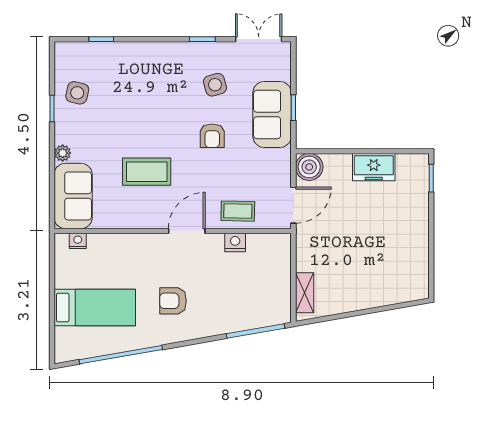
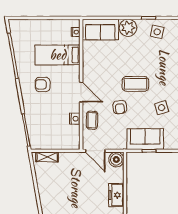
armchair: (212, 136) -> (120, 107), moved, turned -96
plant: (63, 153) -> (128, 28), width x1.88, depth x1.88
coffee table: (147, 172) -> (135, 84), moved, turned 90
armchair: (173, 301) -> (43, 84), turned -90
bed: (95, 308) -> (58, 55), moved, turned 90

